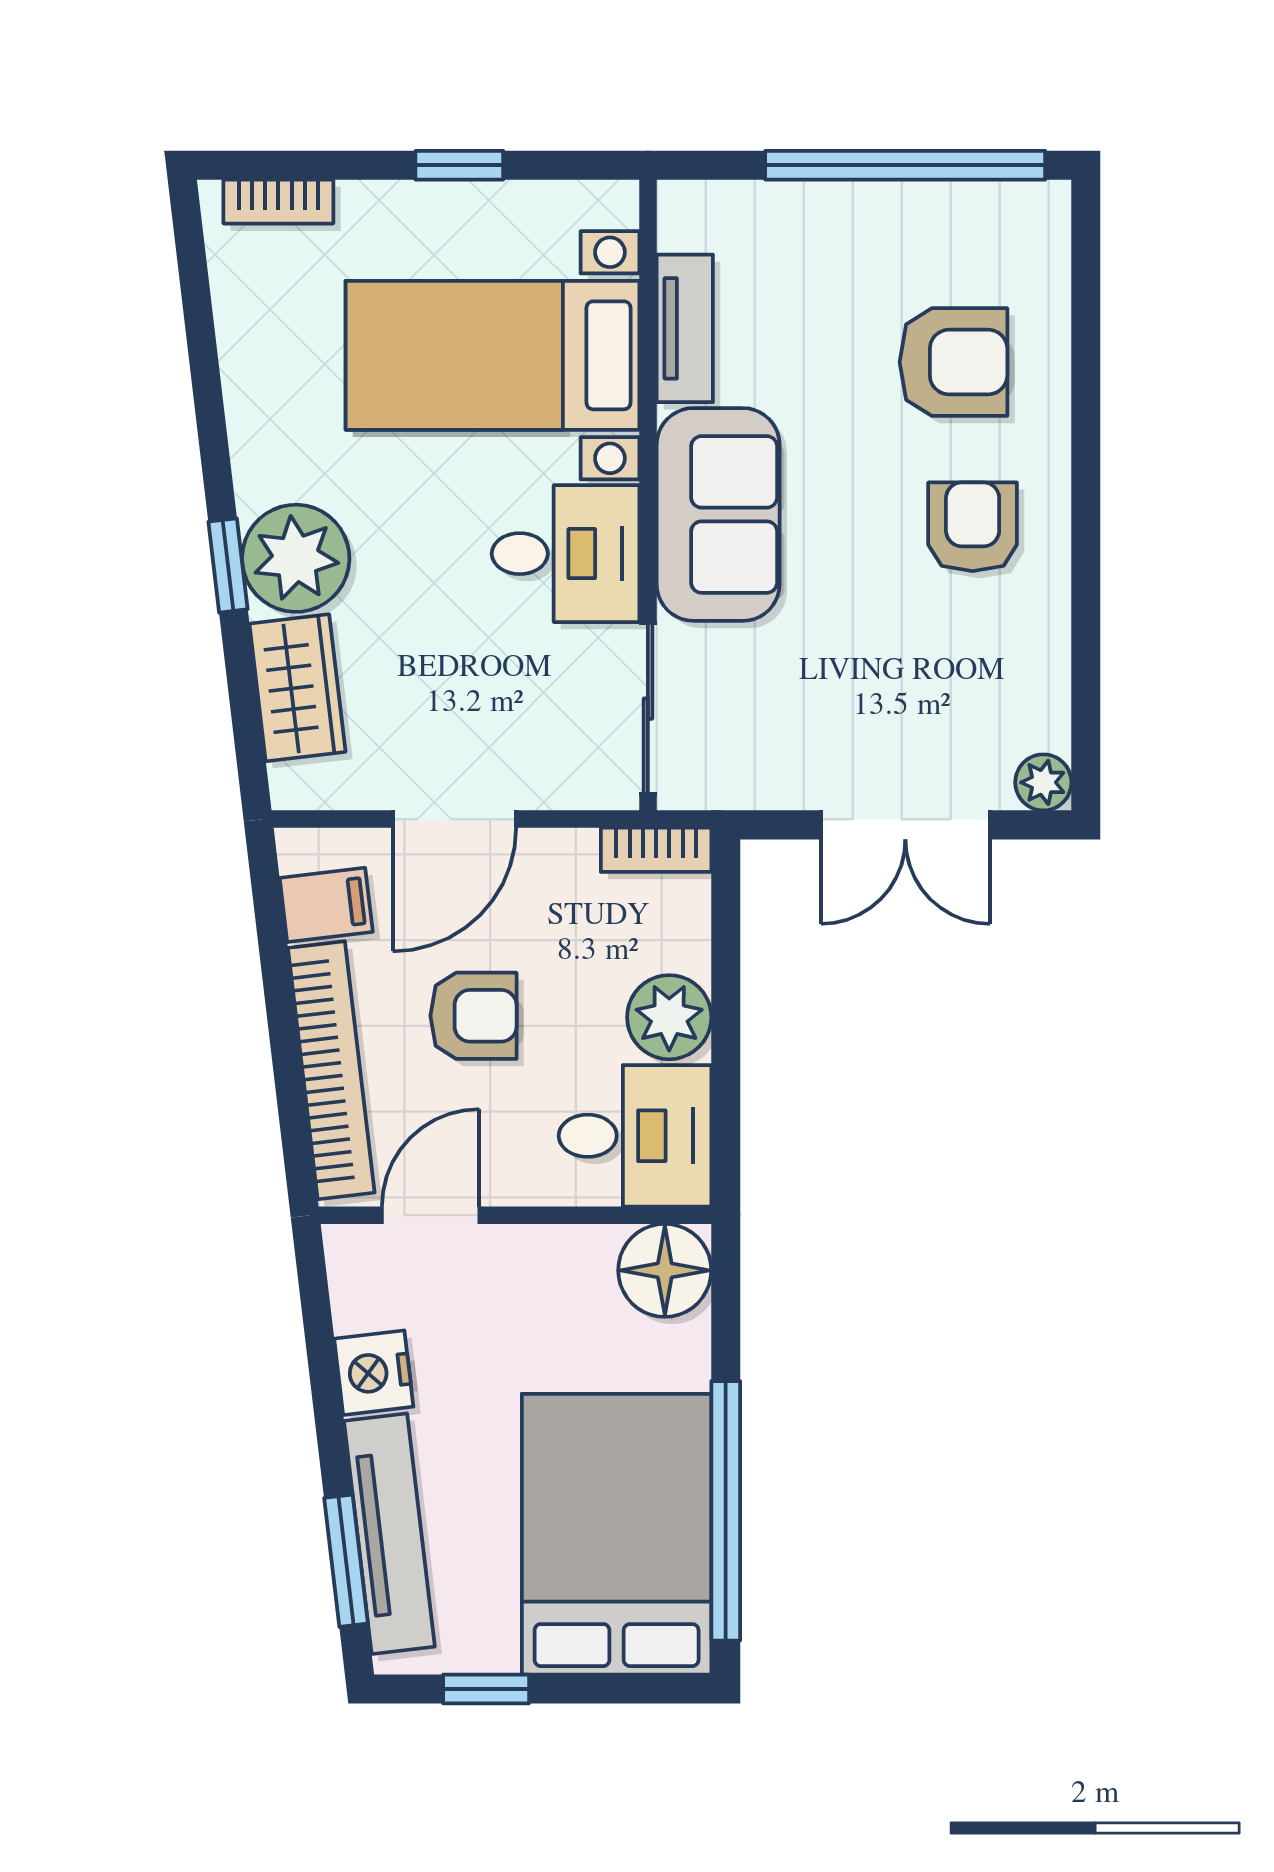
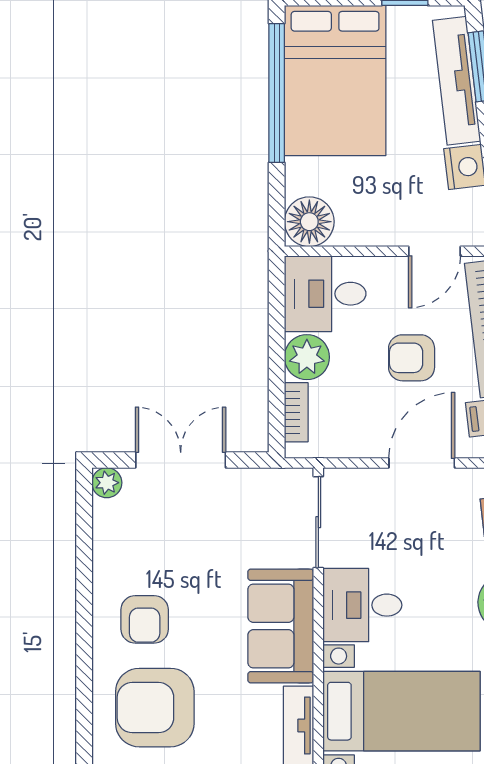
armchair: (953, 362) -> (155, 708), width x1.36, depth x1.36
bookcase: (656, 850) -> (296, 412), moved, turned 90

